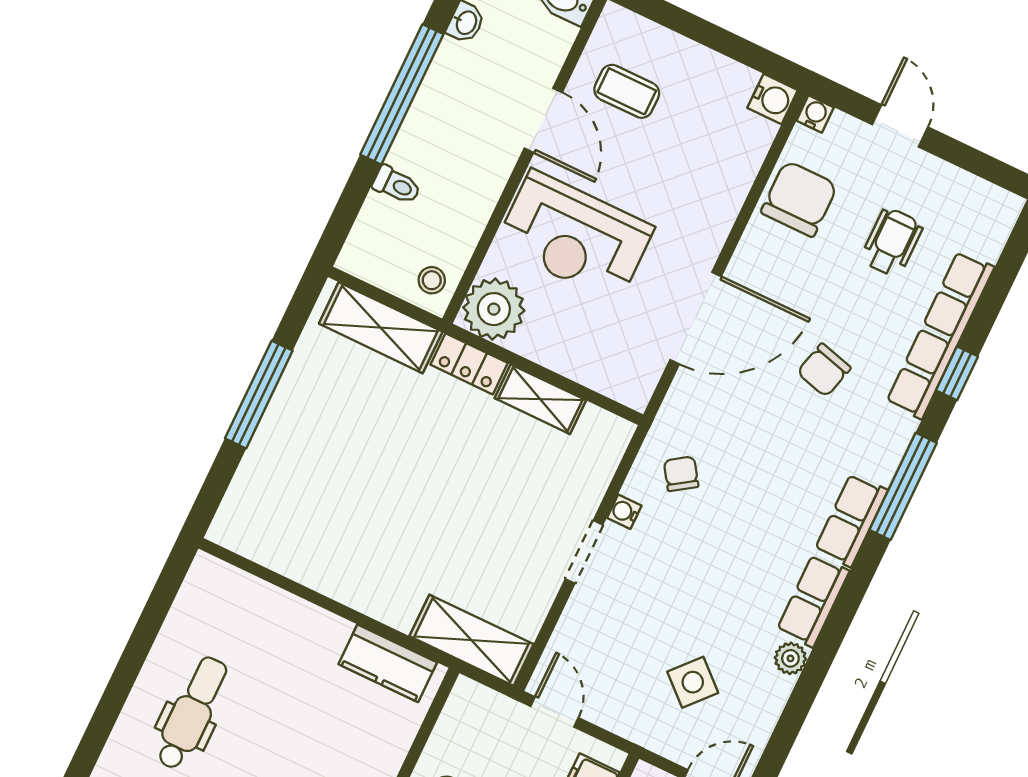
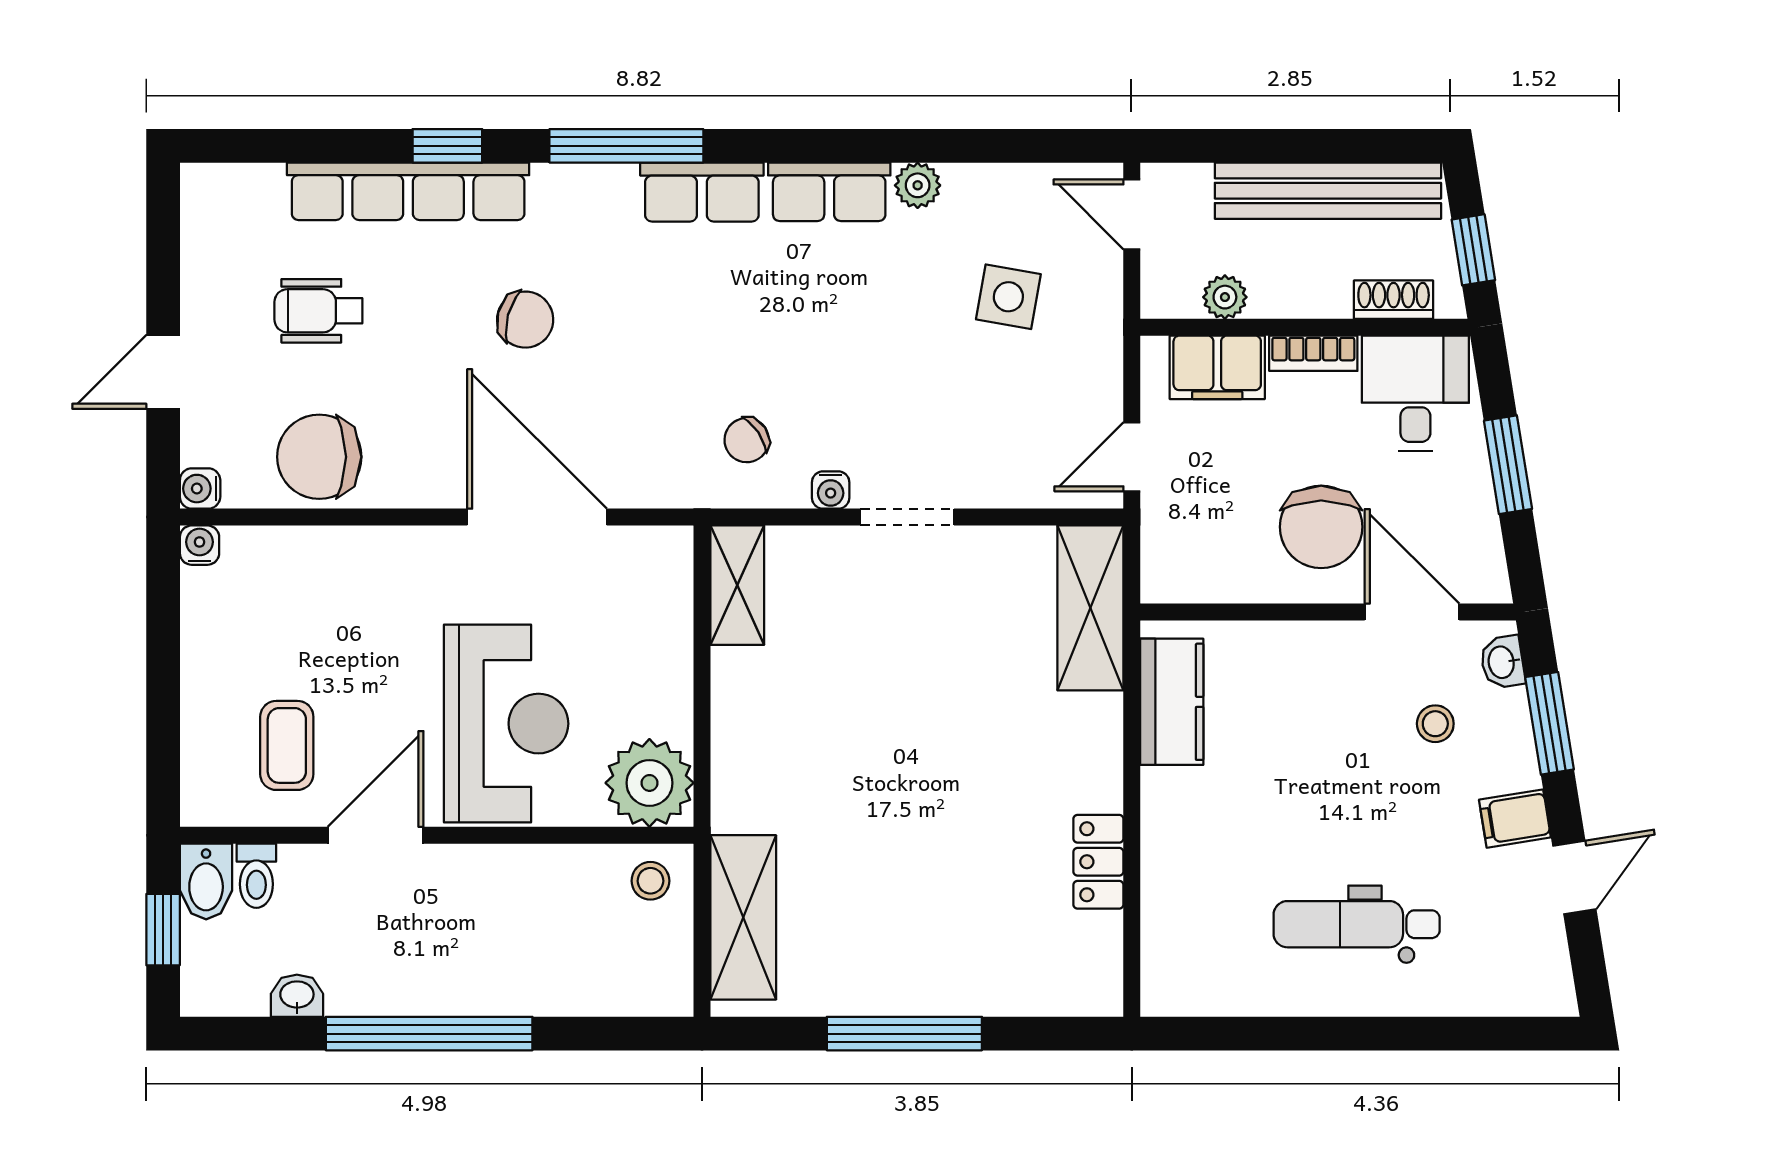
water cooler: (773, 99) -> (200, 545), width x0.72, depth x0.72
toilet: (397, 185) -> (256, 876), moved, turned 180
locker: (469, 364) -> (1098, 862), moved, turned 180
shelving: (540, 399) -> (737, 585), moved
side table: (693, 682) -> (1008, 297), turned -32

